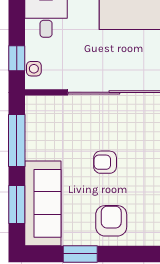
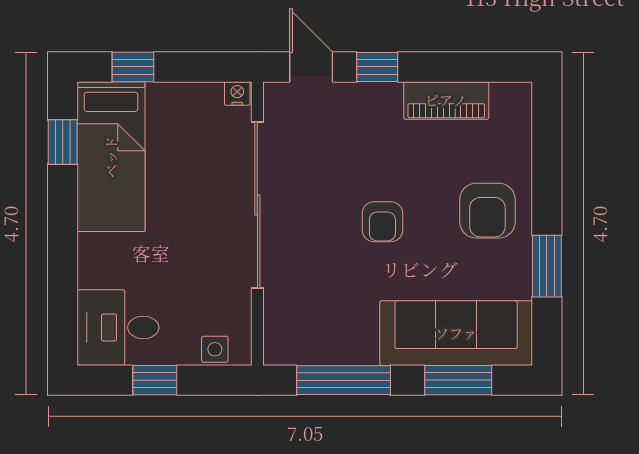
window: (17, 58) -> (155, 380), moved
armchair: (111, 221) -> (487, 211), turned -90

